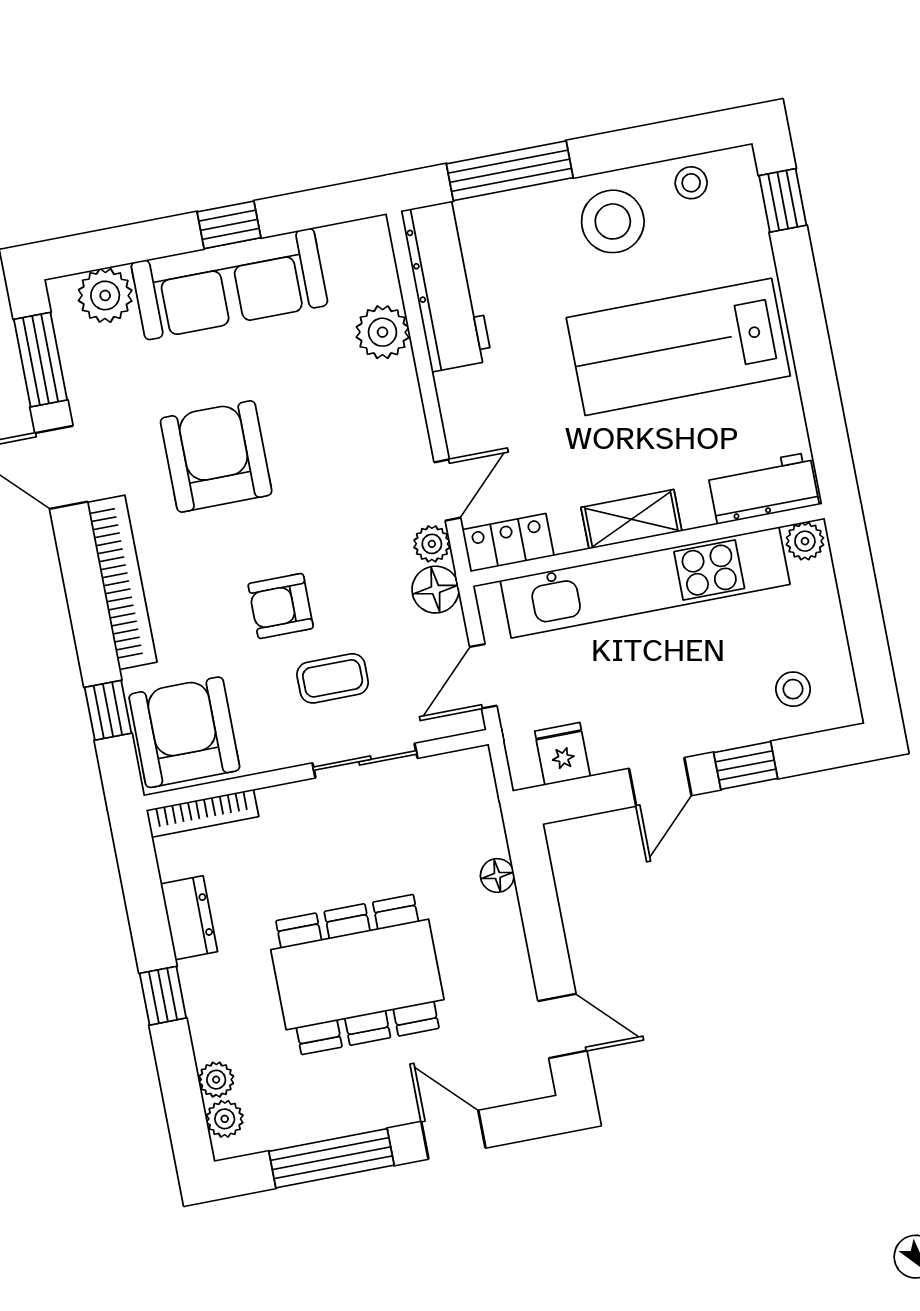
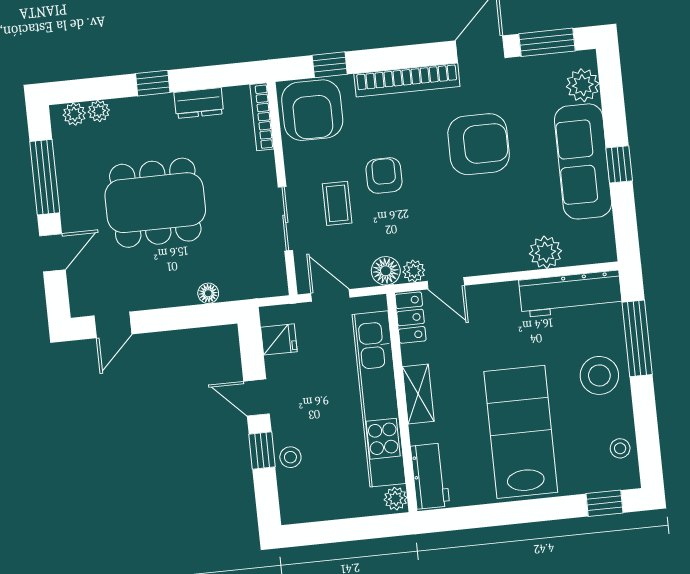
stool: (613, 221) -> (599, 375), moved
stool: (793, 689) -> (290, 457), moved
armchair: (184, 732) -> (312, 110), turned 90
dining table: (357, 975) -> (155, 203), turned 90

